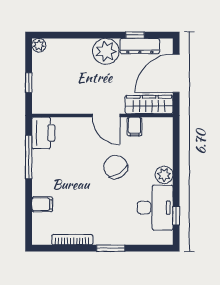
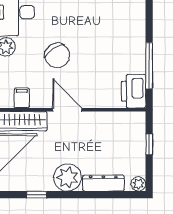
dresser: (140, 46) -> (103, 183), moved
filing cabinet: (134, 127) -> (22, 98), moved
filing cabinet: (42, 204) -> (135, 16), removed

